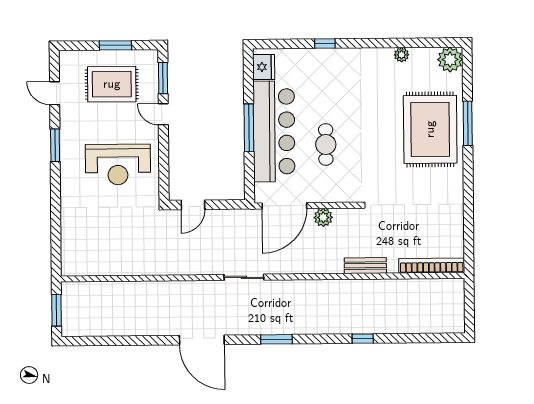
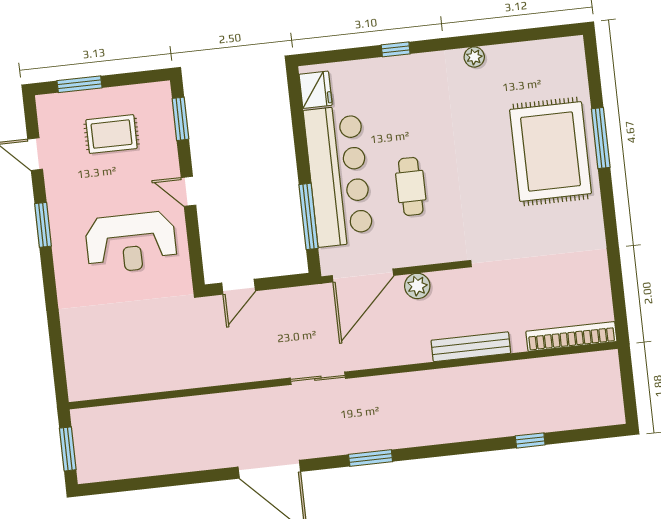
window: (115, 45) -> (80, 84), moved
plant: (402, 55) -> (474, 57), moved
plant: (450, 60) -> (568, 54), removed
rug: (112, 84) -> (112, 134), width x0.73, depth x0.70
door: (163, 114) -> (188, 191), moved
window: (249, 128) -> (309, 216), moved
bench: (365, 266) -> (471, 347), width x1.36
window: (363, 339) -> (530, 440), moved

